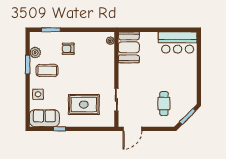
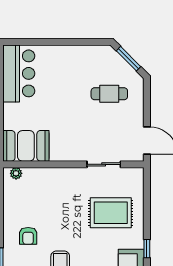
rug: (84, 105) -> (111, 213), turned 90

